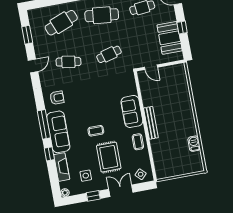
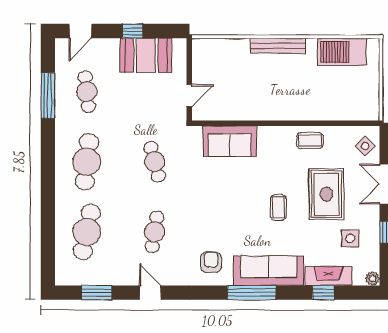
cafe table: (61, 23) -> (87, 232), turned 33
sofa: (132, 111) -> (230, 141), moved
bench: (151, 123) -> (278, 46), moved
barbecue: (194, 144) -> (342, 52), width x1.88, depth x1.53
window: (49, 154) -> (323, 293), moved
rug: (109, 157) -> (326, 194), turned 90

